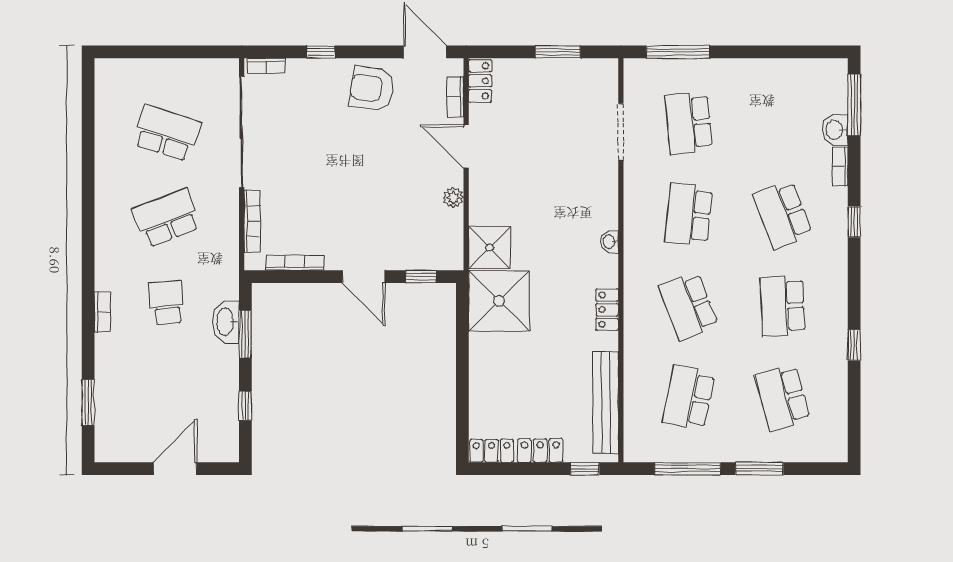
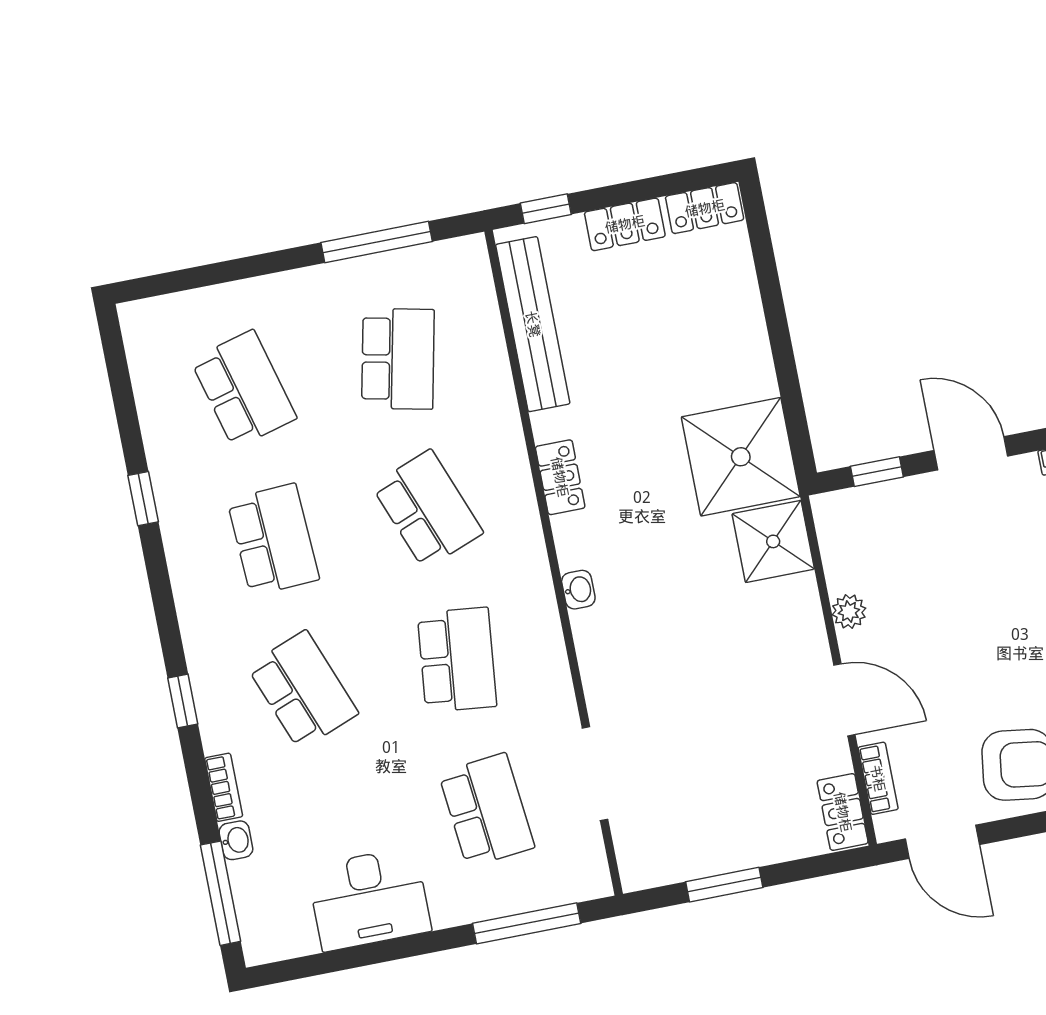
desk: (768, 84) -> (369, 899), added
washbasin: (835, 130) -> (236, 840), width x0.72, depth x0.69
window: (759, 469) -> (259, 265), removed

